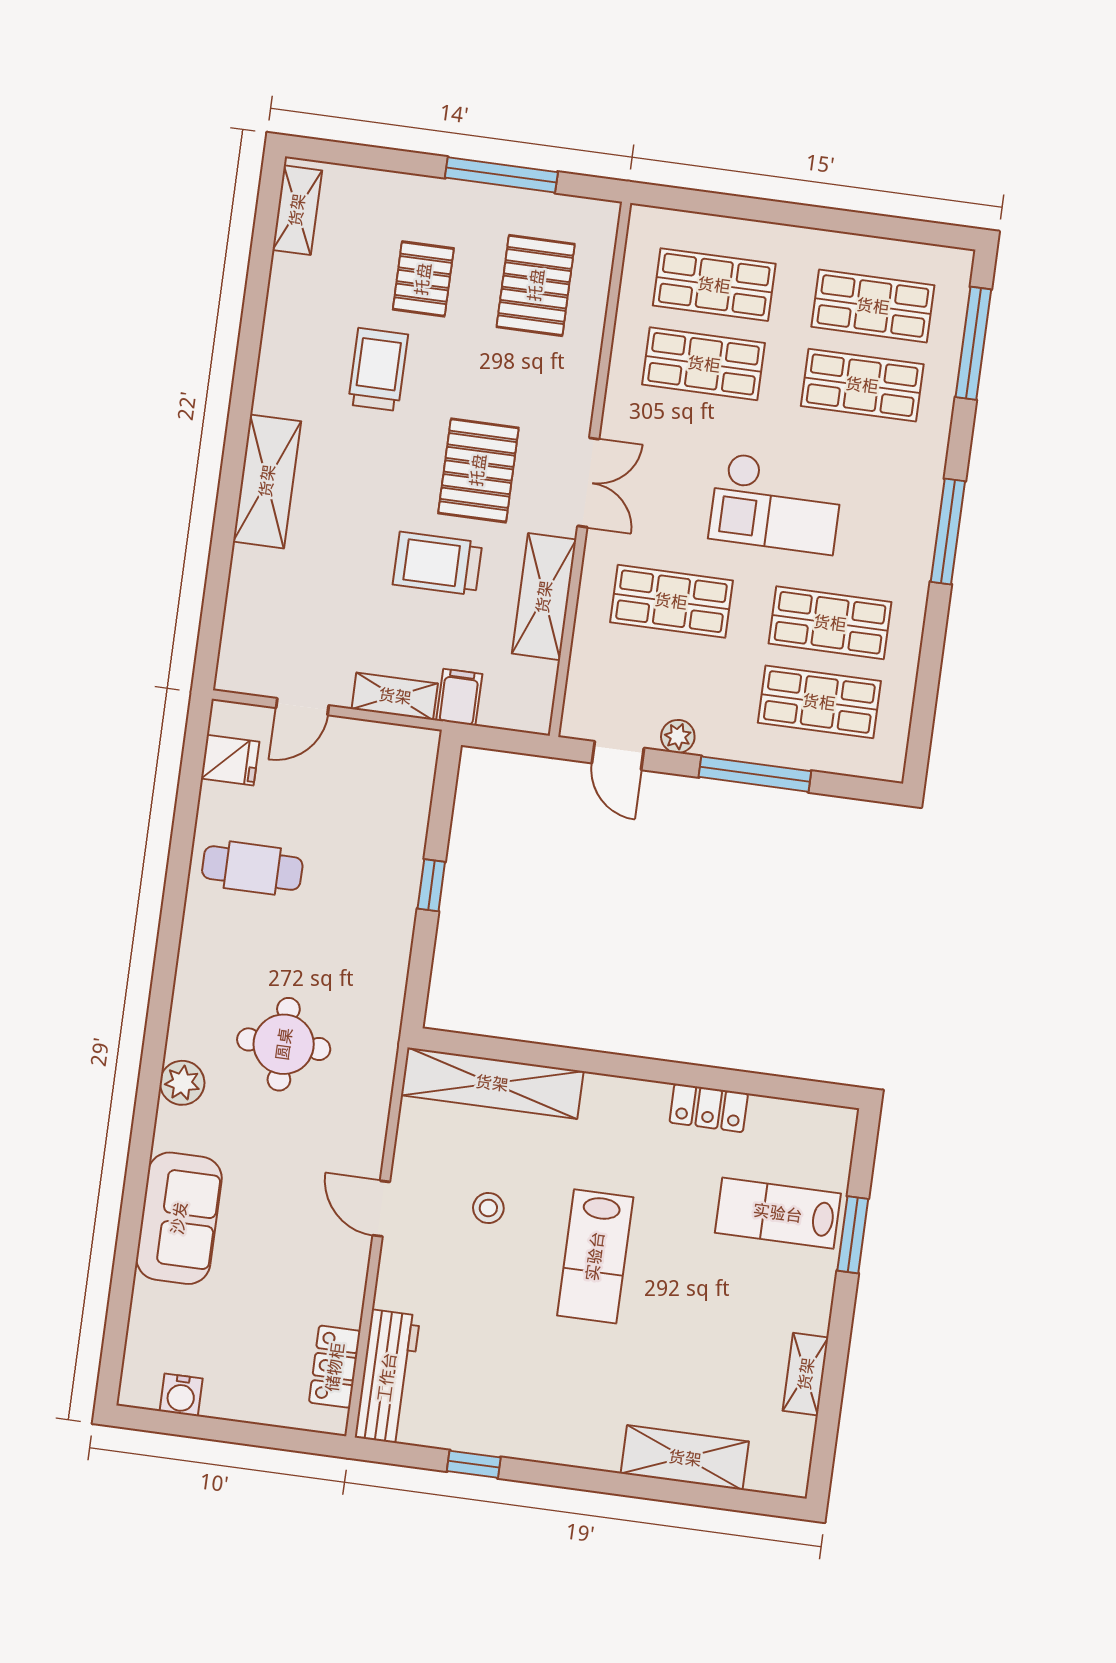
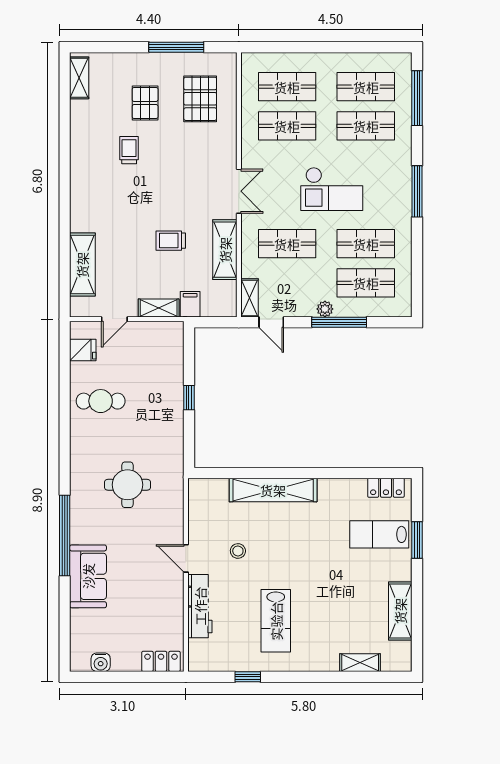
trolley: (378, 370) -> (129, 150), width x0.73, depth x0.72
pallet: (478, 470) -> (185, 193), removed
shelving: (267, 481) -> (82, 265), moved
trolley: (437, 564) -> (171, 241), width x0.73, depth x0.72
shelving: (581, 701) -> (250, 298), added
plant: (678, 736) -> (325, 309), moved
plant: (182, 1083) -> (81, 510), removed
shelving: (492, 1083) -> (273, 490), moved
locker: (709, 1108) -> (386, 488), moved
window: (143, 1129) -> (65, 536), added
lab bench: (595, 1256) -> (276, 621), moved
locker: (335, 1367) -> (161, 661), moved, turned 90
shelving: (806, 1374) -> (400, 611), width x1.50, depth x1.33
workbench: (387, 1377) -> (200, 606), moved
shelving: (685, 1458) -> (360, 663), width x0.67, depth x0.75

